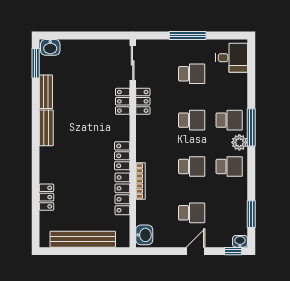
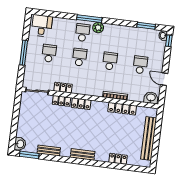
bench: (46, 128) -> (83, 154), moved
locker: (122, 156) -> (81, 104), moved
school desk: (229, 166) -> (113, 36), removed
door: (196, 251) -> (164, 79), moved

